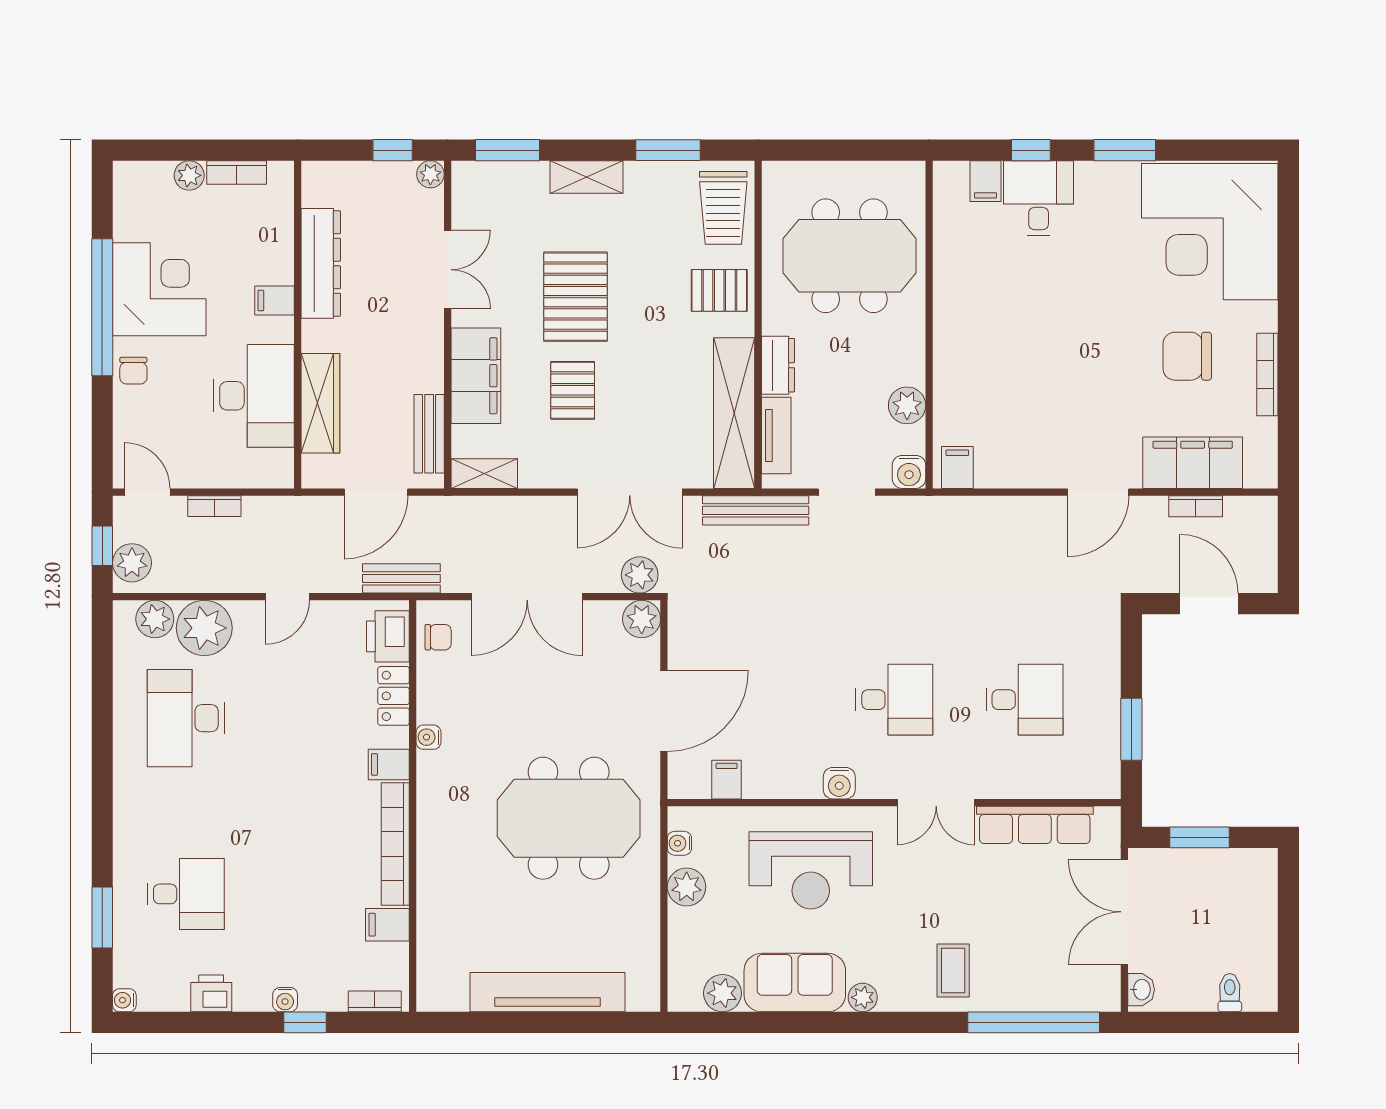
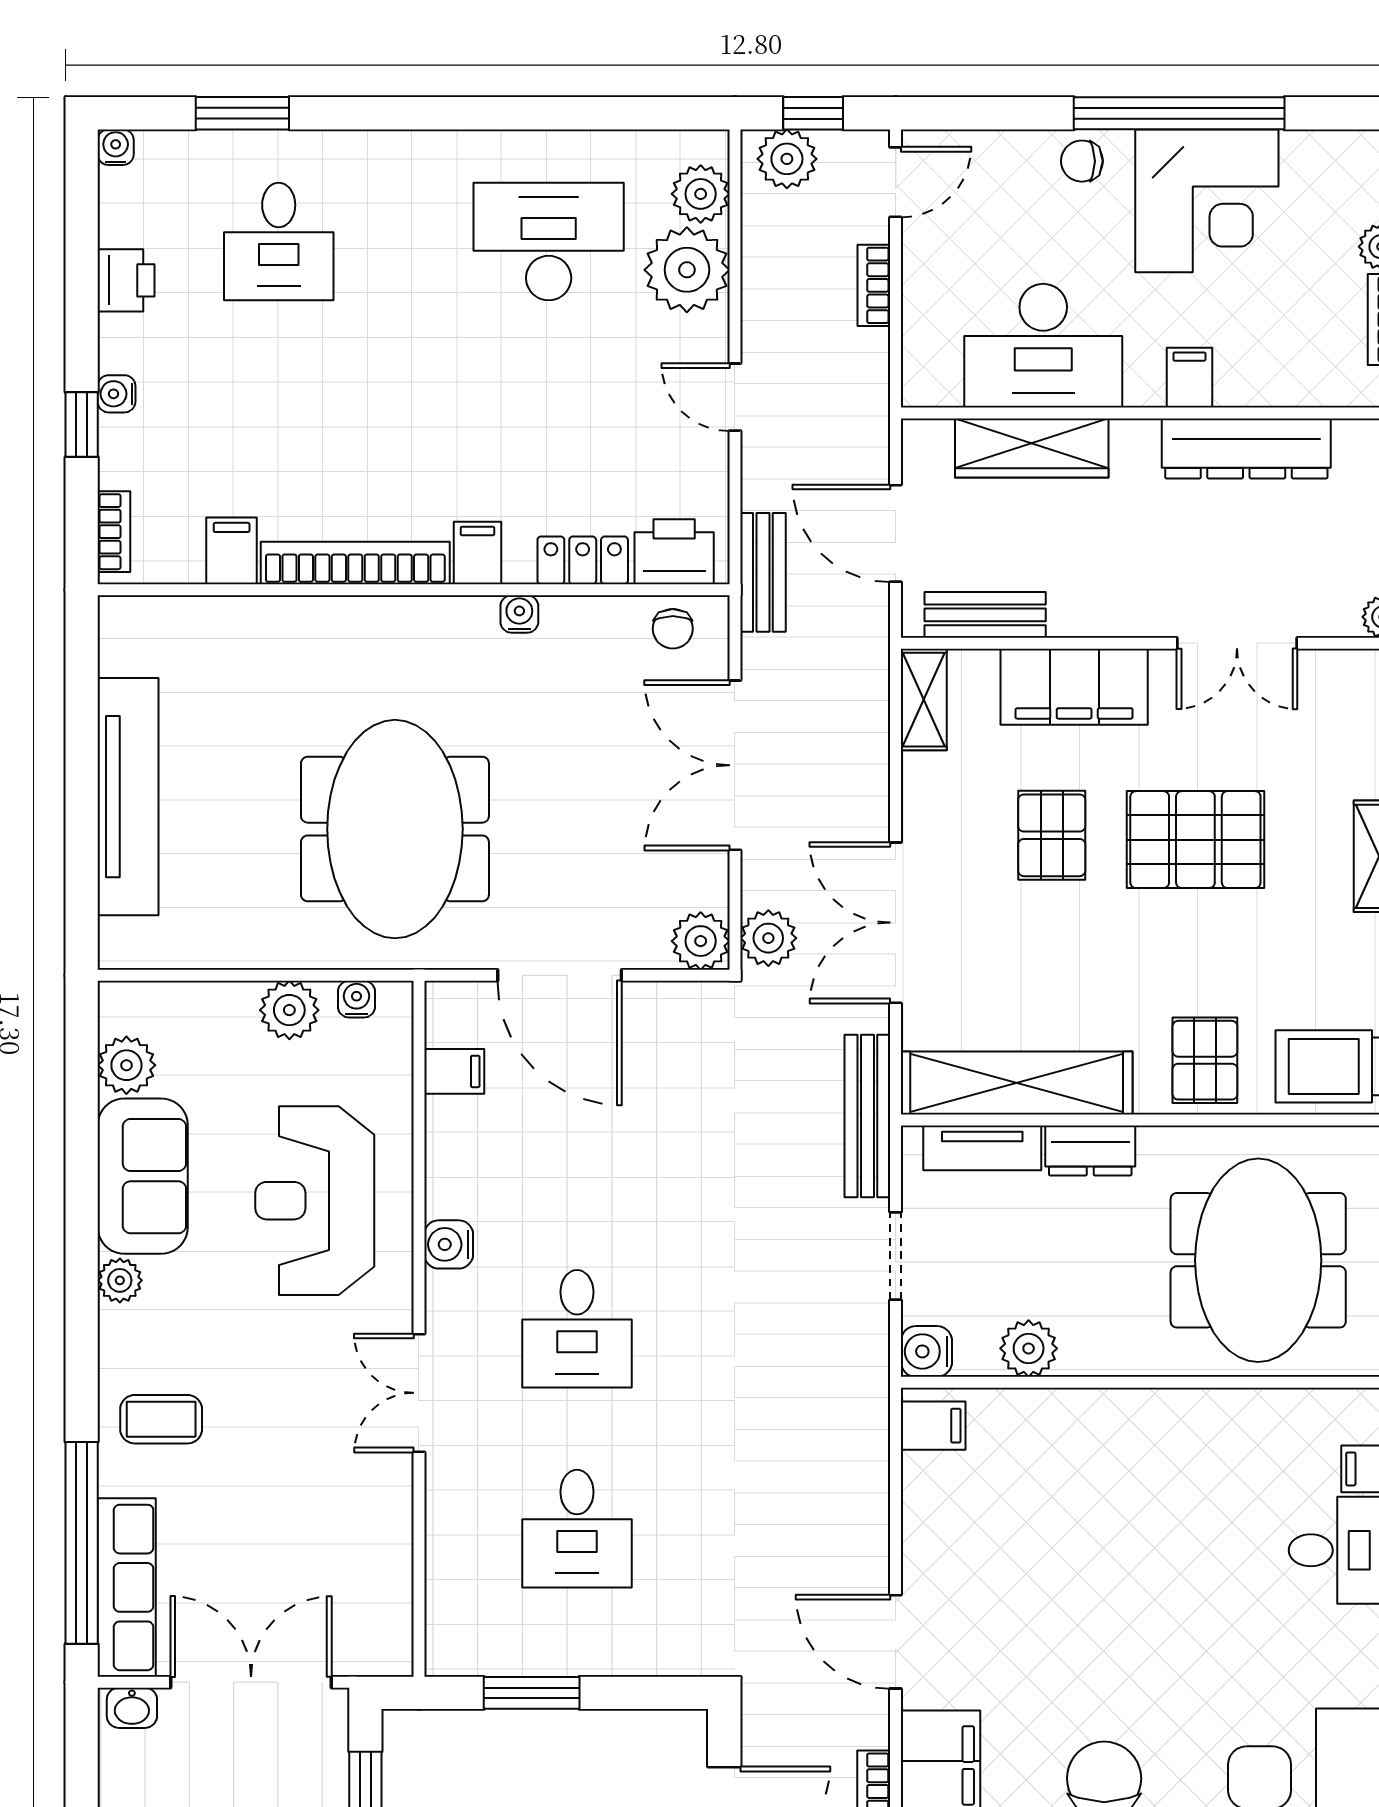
pallet: (573, 390) -> (1052, 835), turned 90
row of seats: (1035, 825) -> (127, 1587), moved, turned 180

